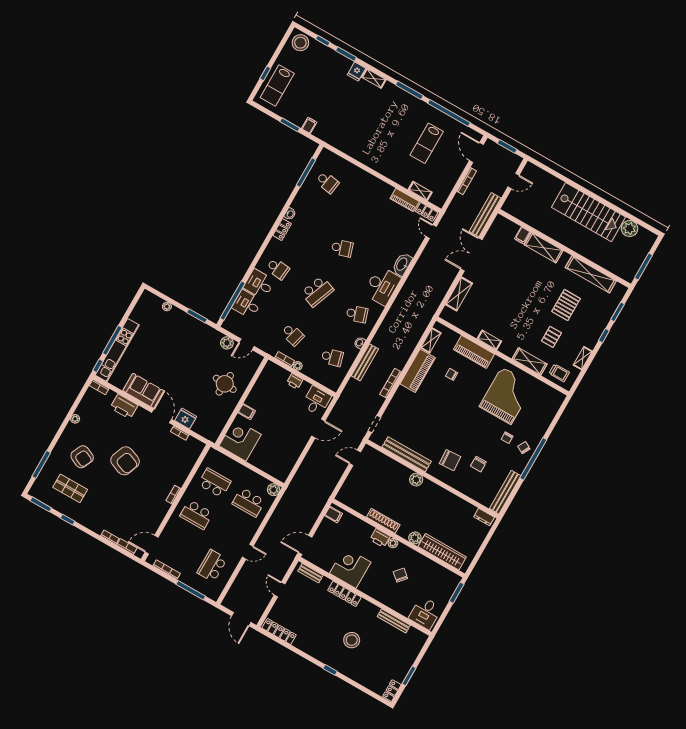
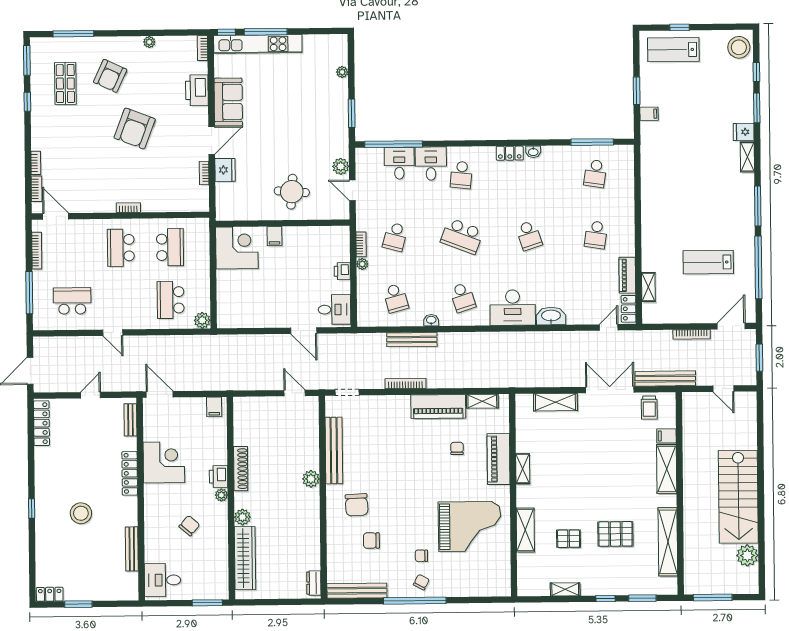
school desk: (367, 205) -> (596, 235), added
trolley: (559, 373) -> (649, 408), moved

